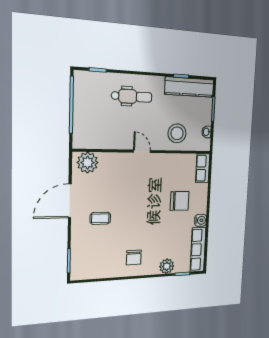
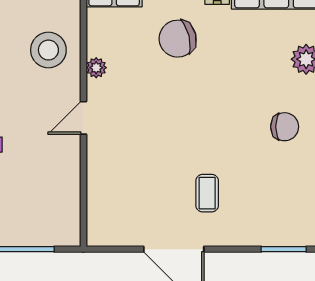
plant: (88, 163) -> (96, 68), moved, width x0.53, depth x0.53
chair: (180, 201) -> (178, 39), turned -104

